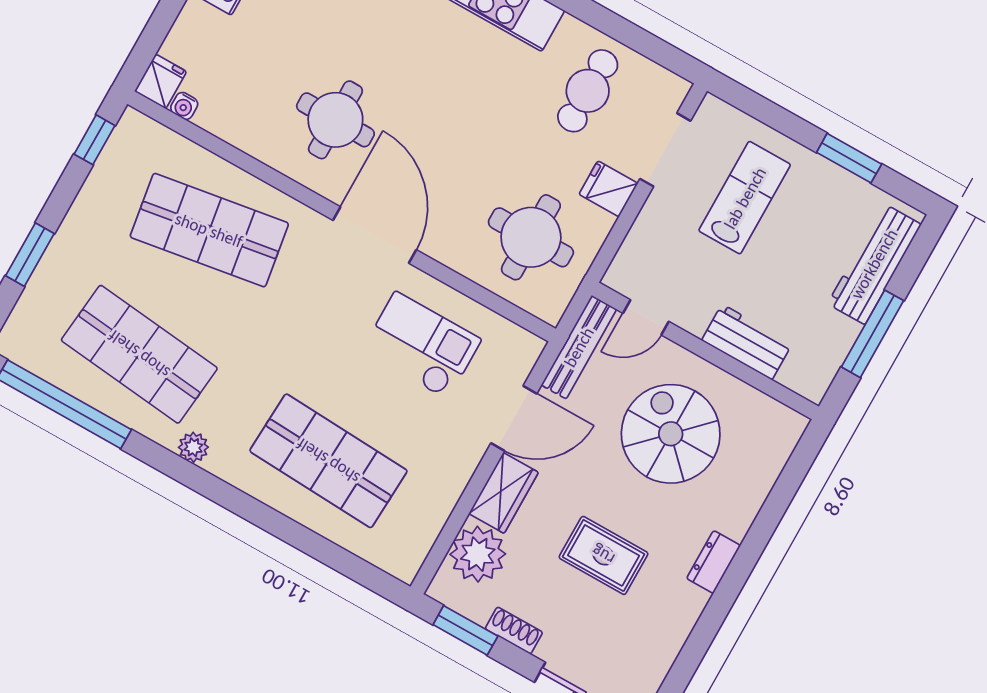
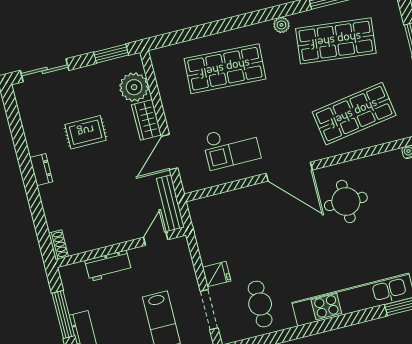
round table: (531, 237) -> (229, 227), removed
spiral stairs: (671, 434) -> (104, 203), removed
shoe rack: (514, 631) -> (58, 245), moved, turned -90

